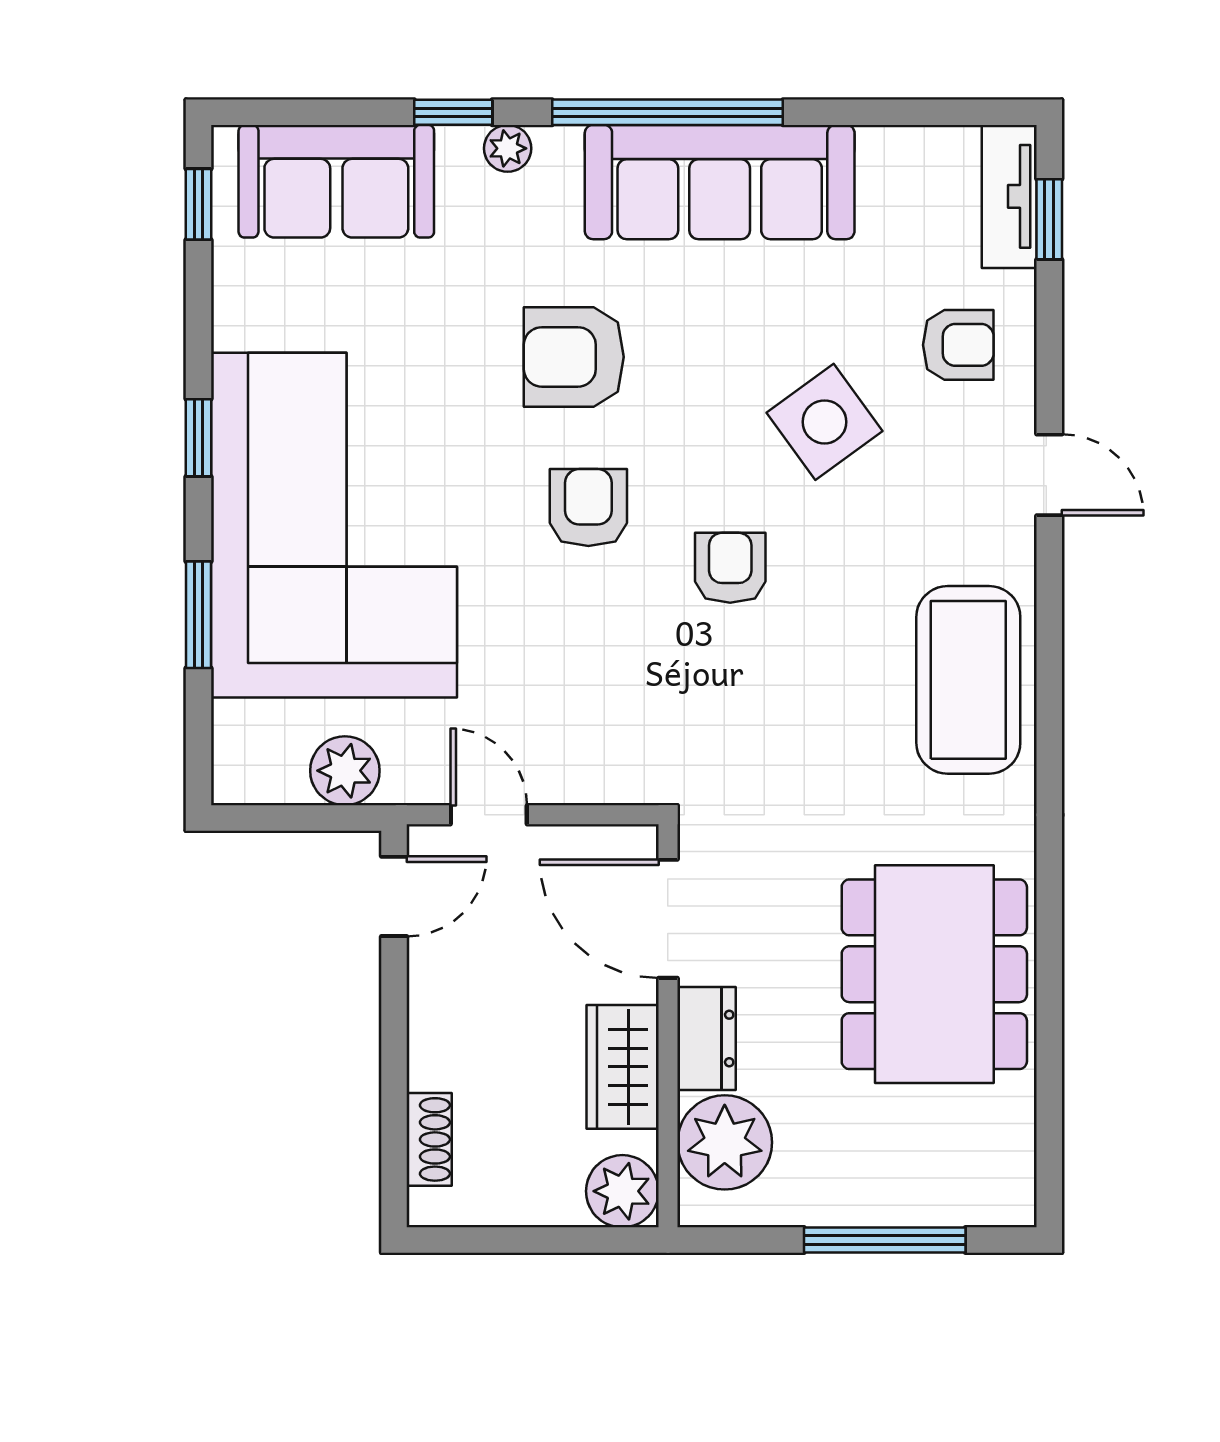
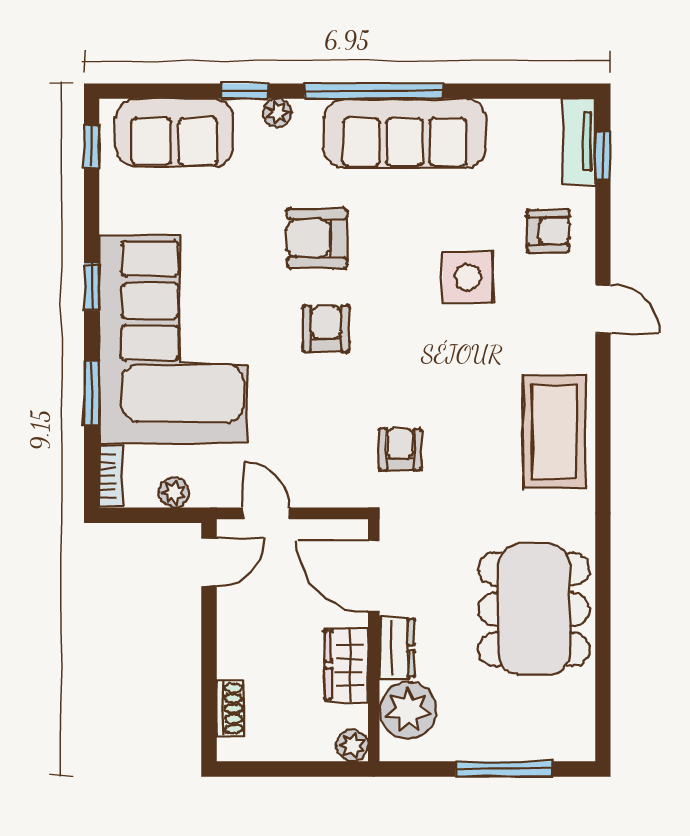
side table: (824, 422) -> (468, 277), turned 36
armchair: (730, 568) -> (400, 450), moved
bookcase: (231, 752) -> (111, 476), added
plant: (345, 771) -> (174, 493), width x0.73, depth x0.73
plant: (622, 1191) -> (352, 746), width x0.73, depth x0.73

